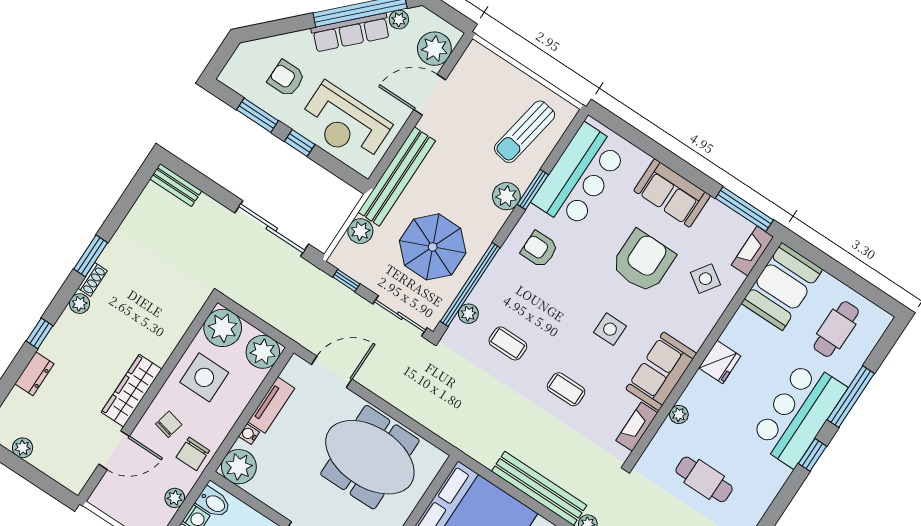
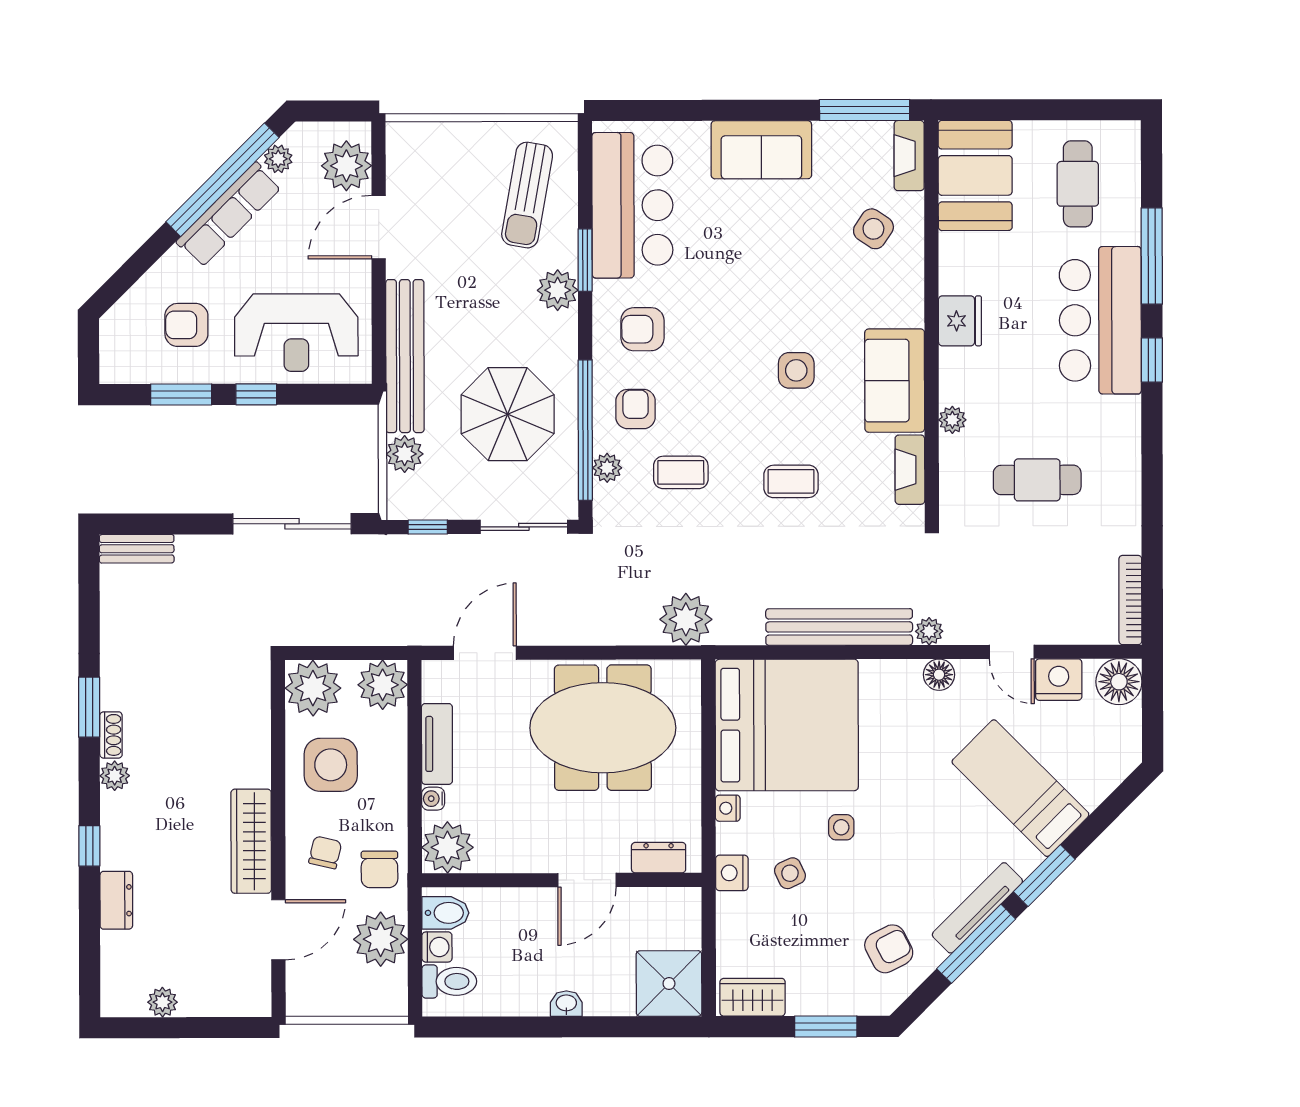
armchair: (643, 261) -> (636, 409), moved, width x0.53, depth x0.53
plant: (456, 427) -> (686, 619), added
plant: (175, 498) -> (381, 939), width x1.87, depth x1.87

